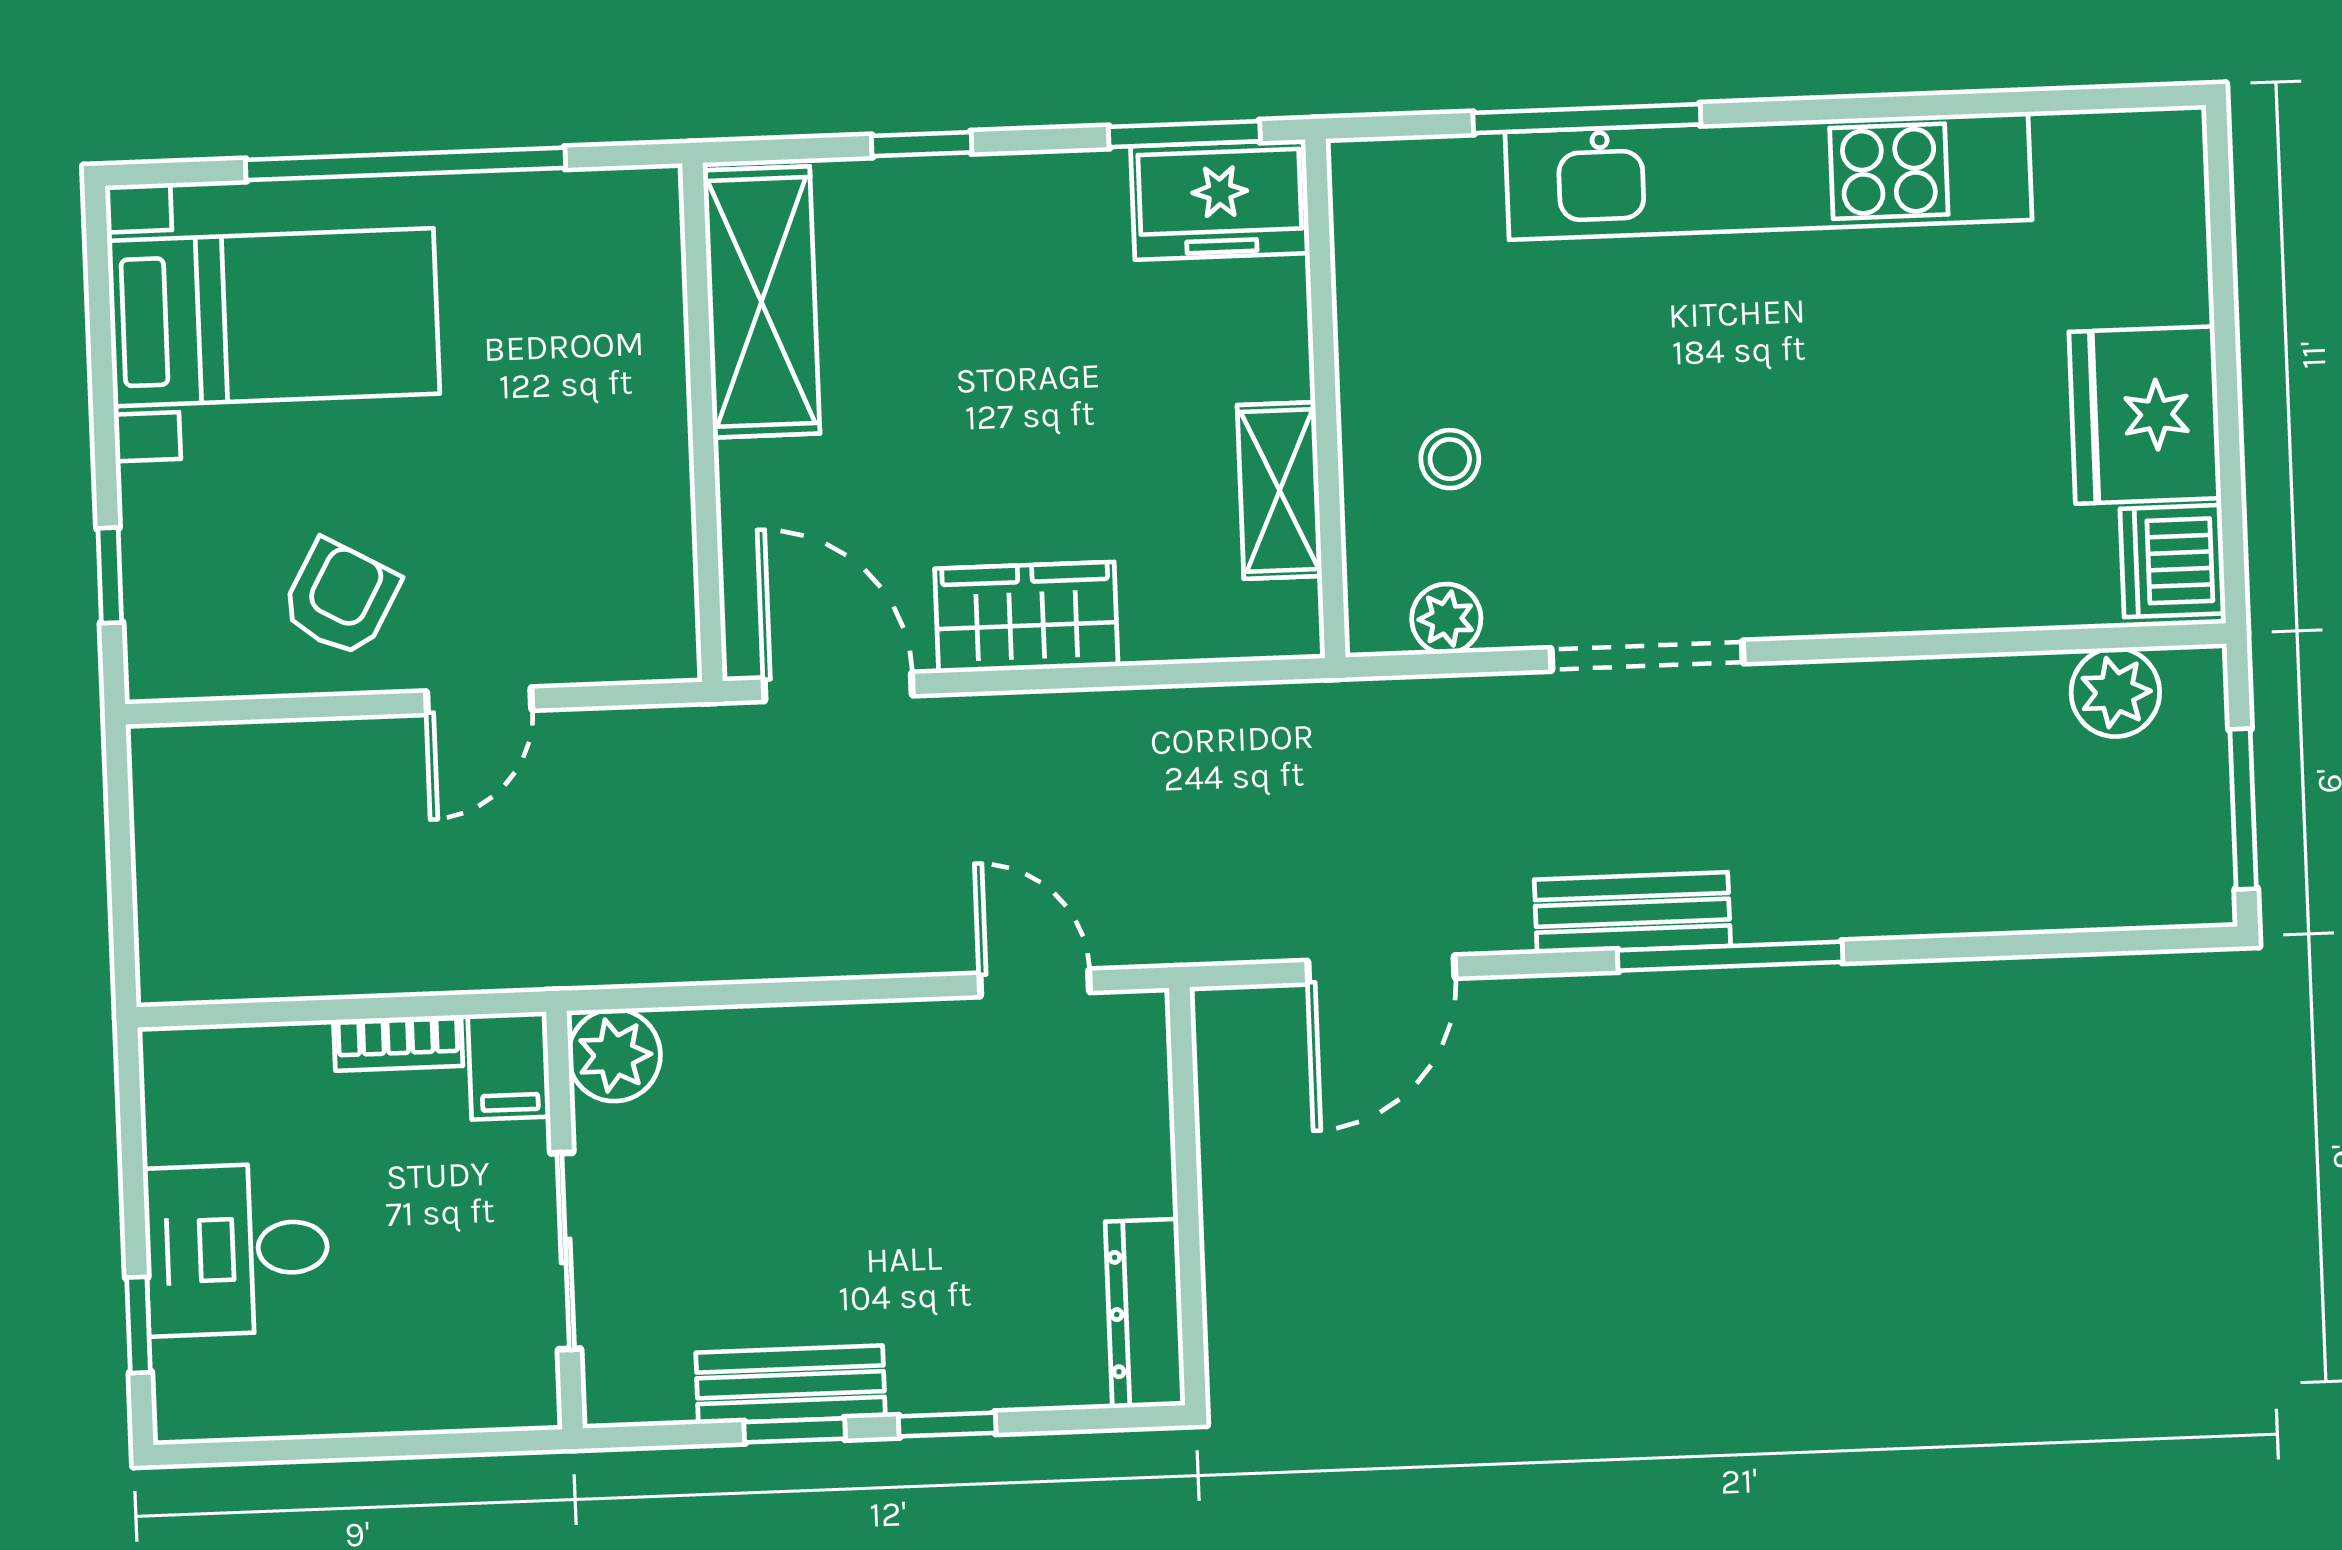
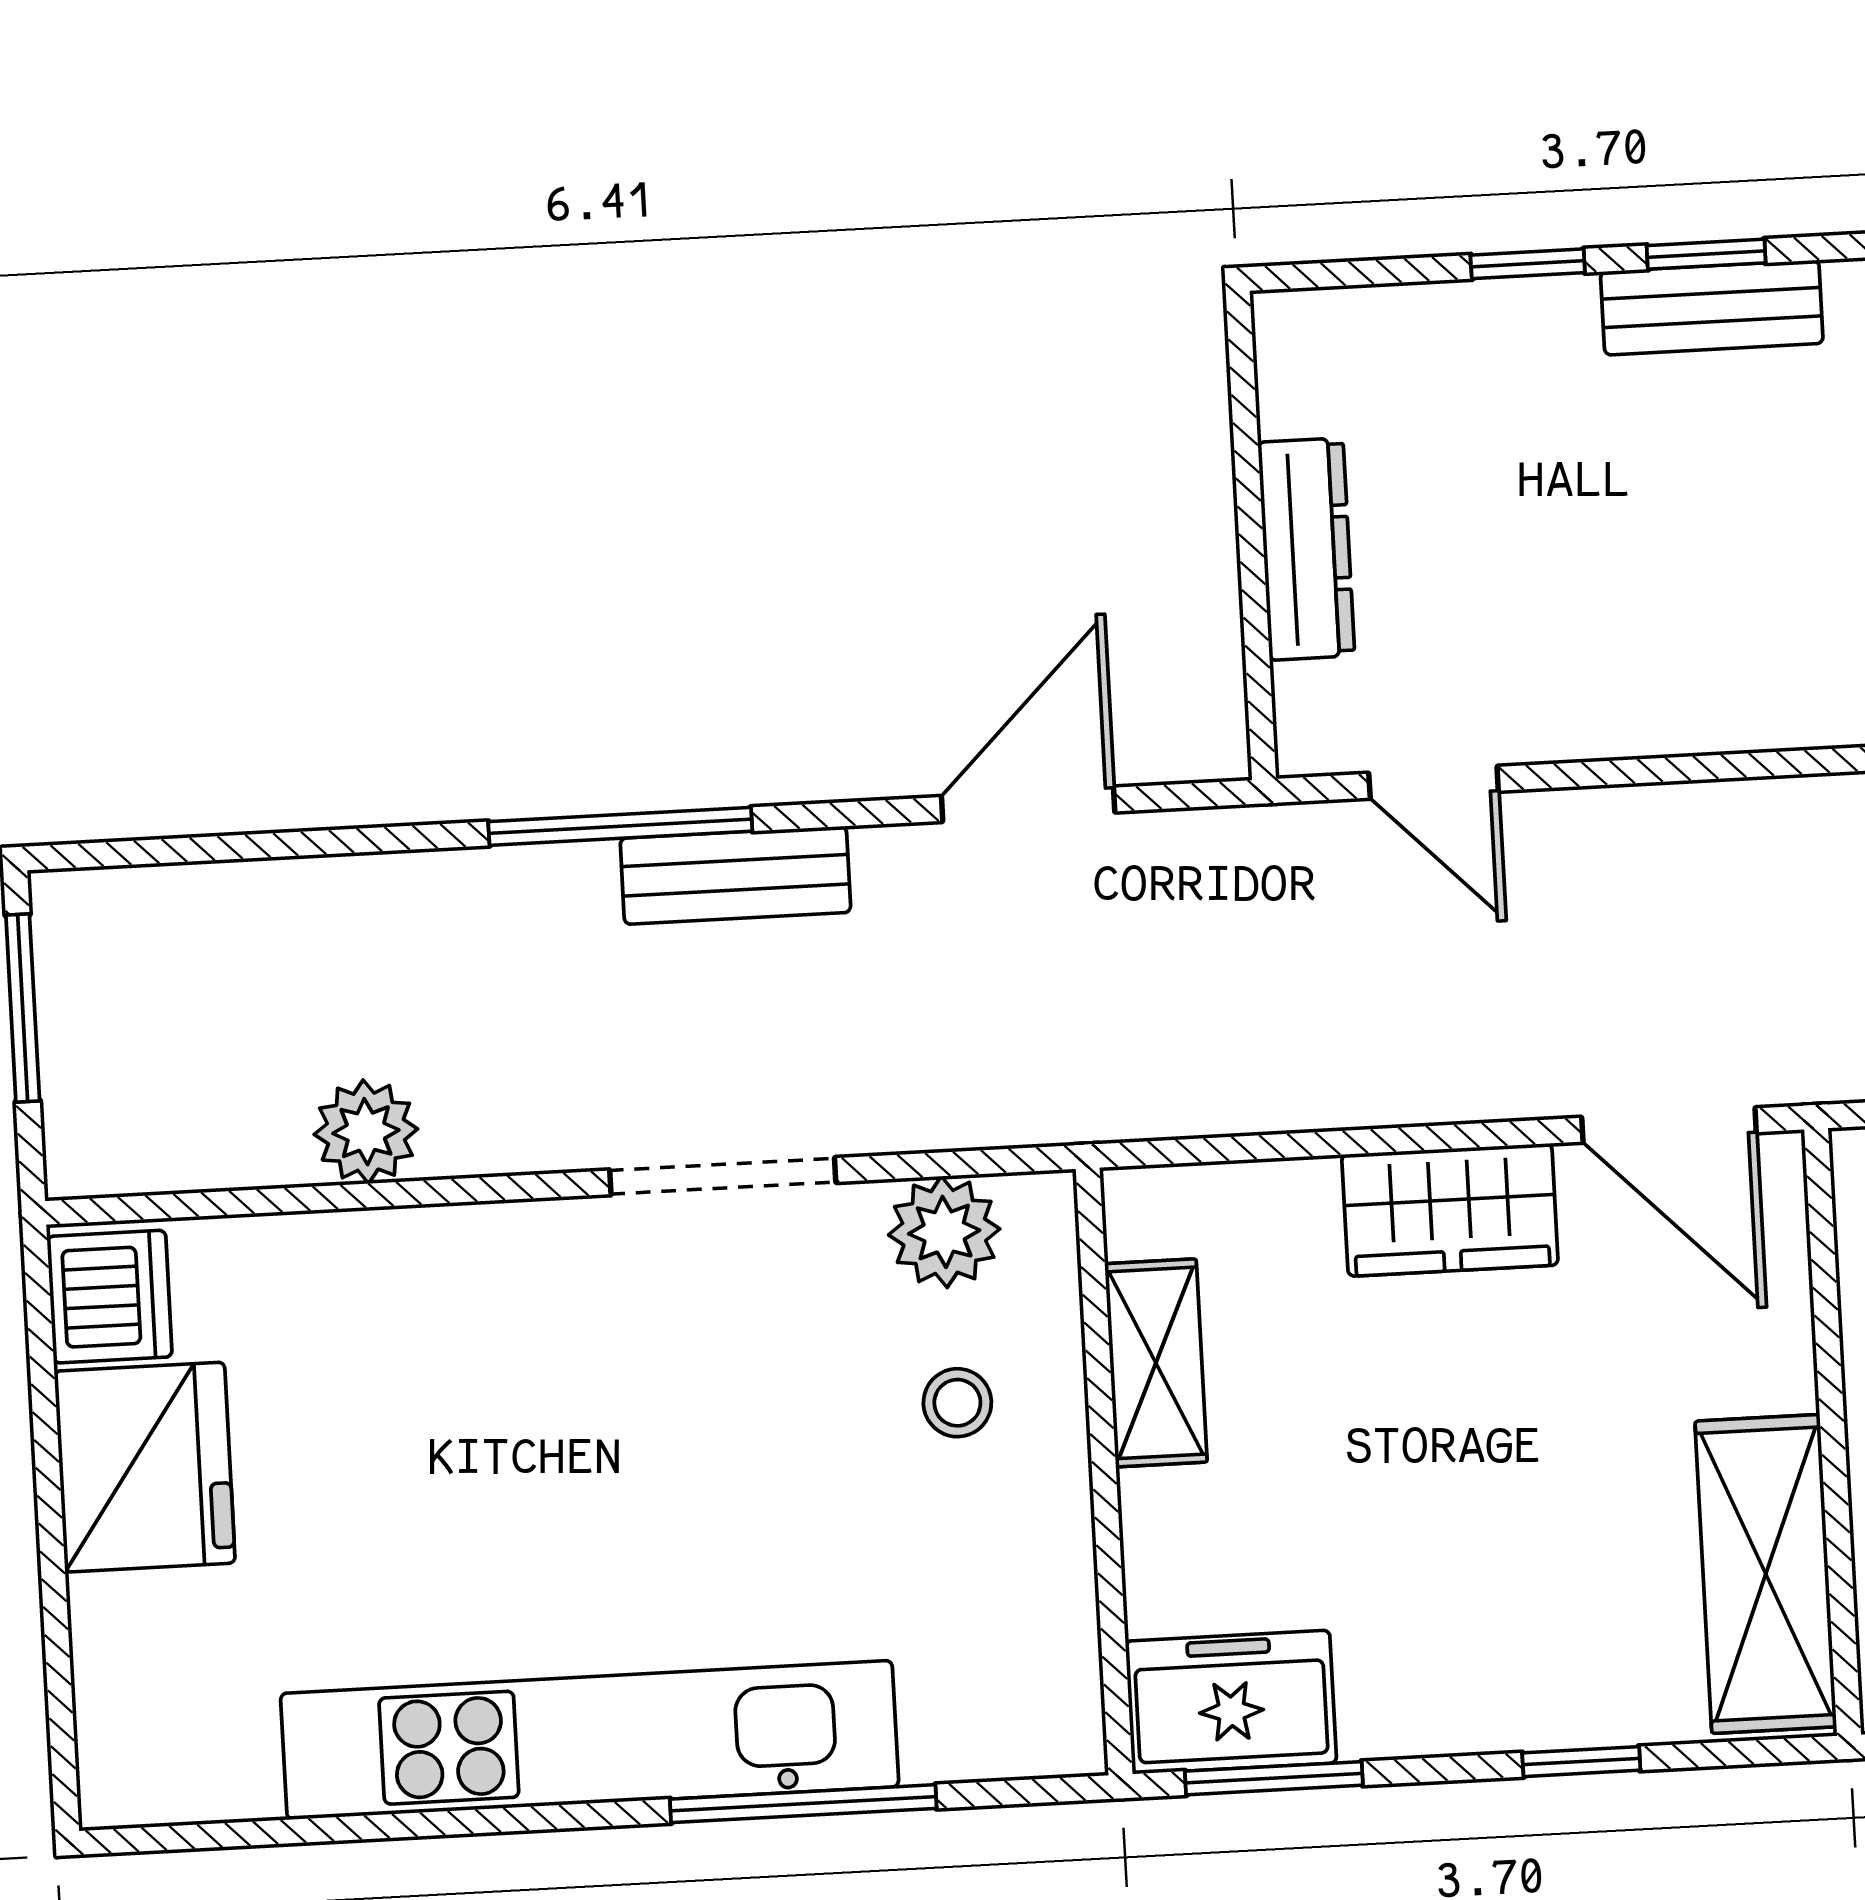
plant: (1446, 619) -> (944, 1232), width x1.38, depth x1.38
plant: (2115, 692) -> (366, 1132), moved
dresser: (1145, 1313) -> (1306, 549), moved

